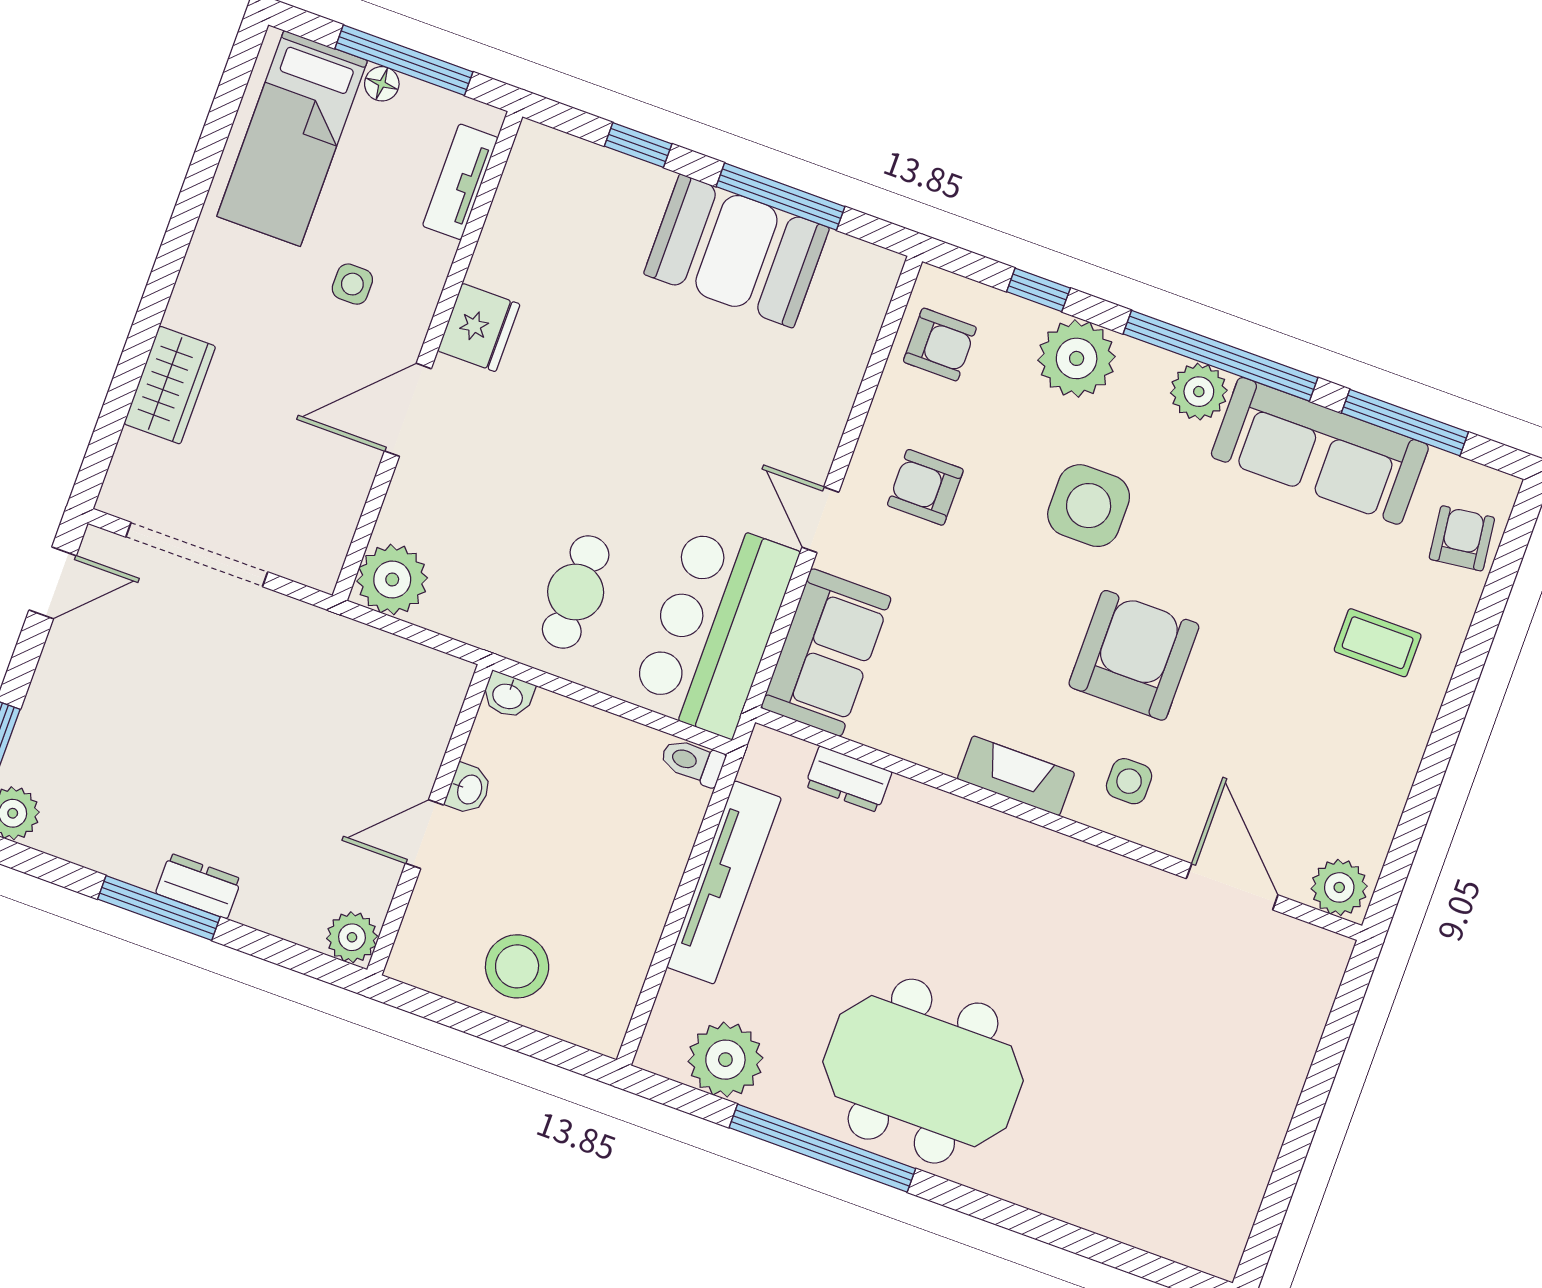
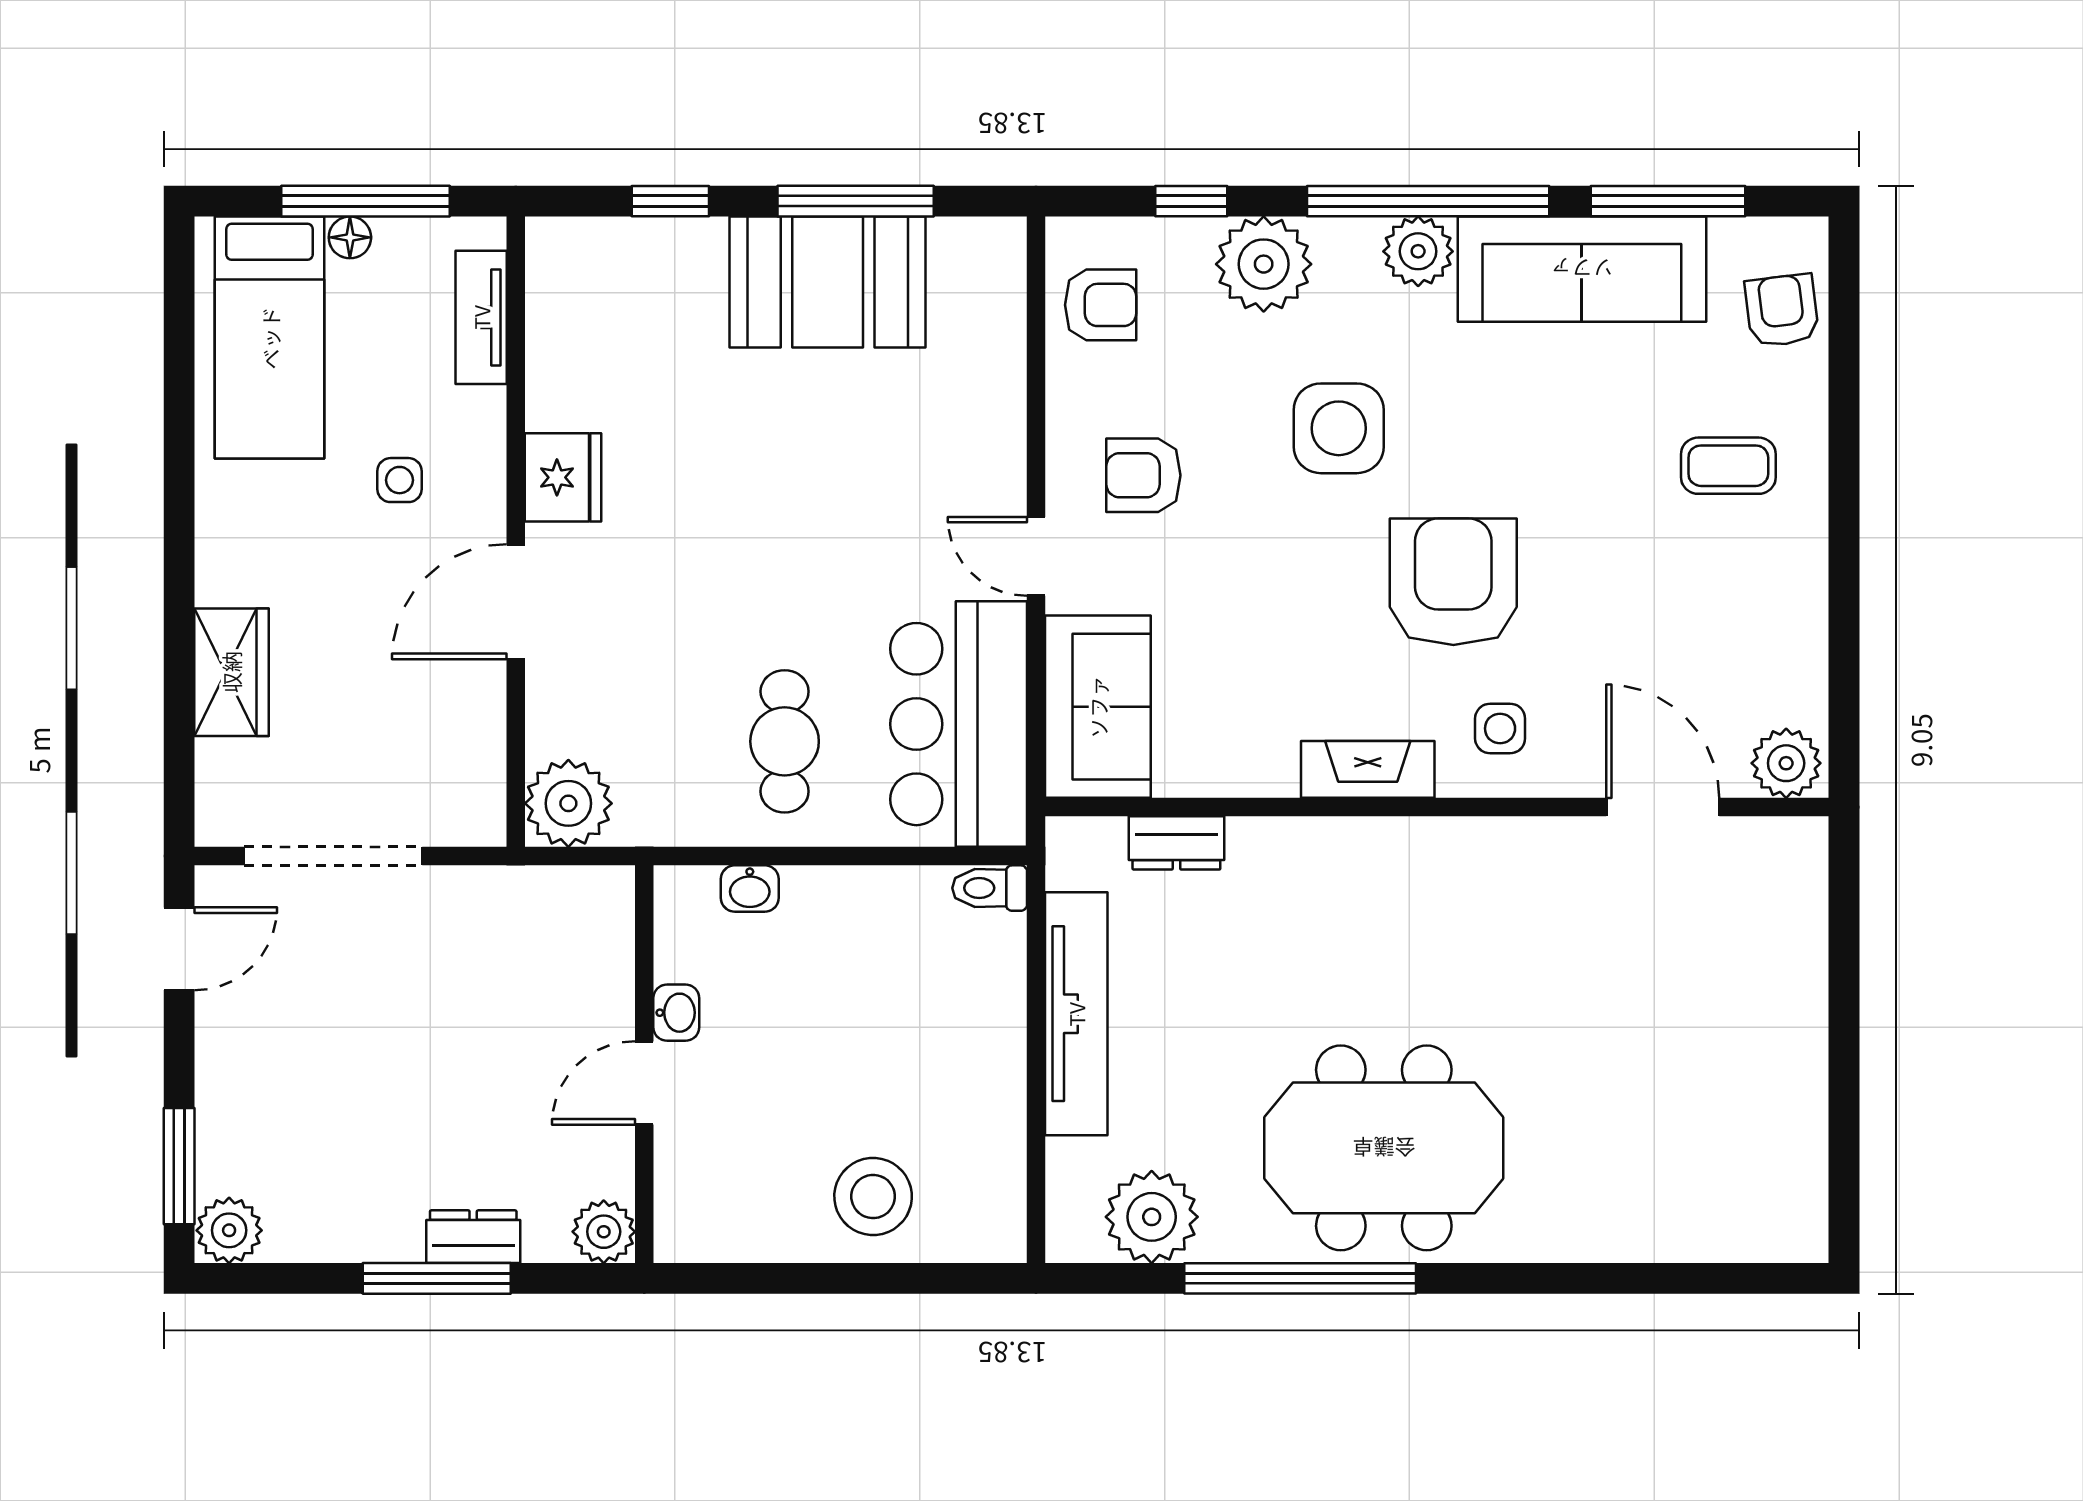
washbasin: (469, 789) -> (676, 1013), moved
wall: (430, 820) -> (644, 1064), moved
door: (425, 834) -> (644, 1083), moved
plant: (352, 937) -> (604, 1232), moved

